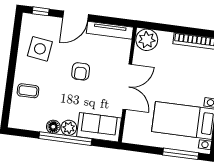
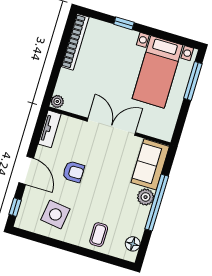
tv unit: (110, 30) -> (50, 129), width x0.71
plant: (147, 40) -> (57, 101), width x0.53, depth x0.53
armchair: (81, 71) -> (74, 172), moved
floor lamp: (53, 127) -> (133, 244), moved

